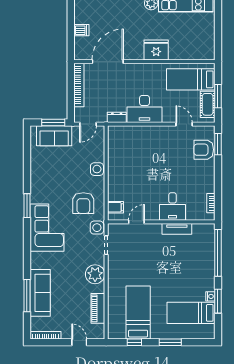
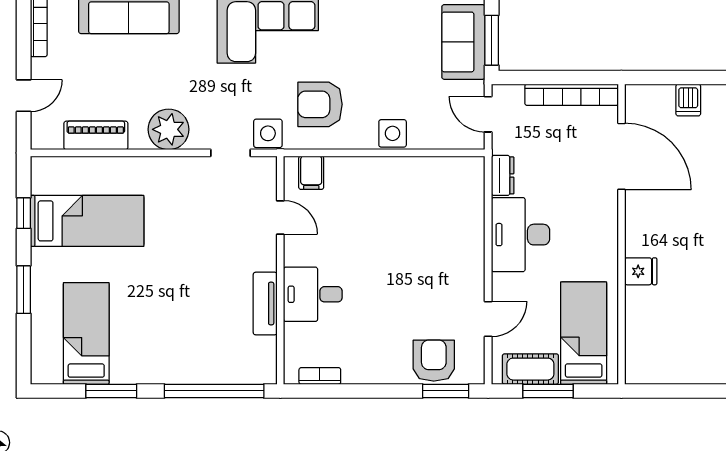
fridge: (156, 50) -> (641, 271), width x0.53, depth x0.75
nightstand: (210, 296) -> (121, 375), removed

